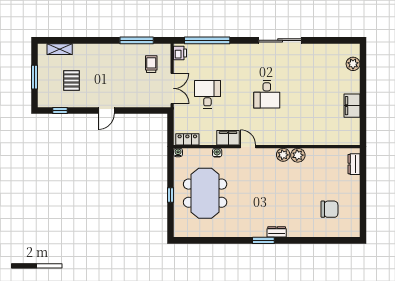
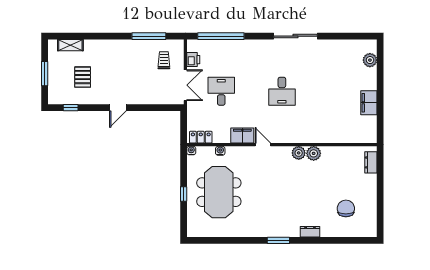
printer: (180, 53) -> (193, 60), moved
water cooler: (217, 153) -> (220, 151), moved
chair: (329, 209) -> (346, 208), turned -90
dresser: (277, 232) -> (310, 232), moved

